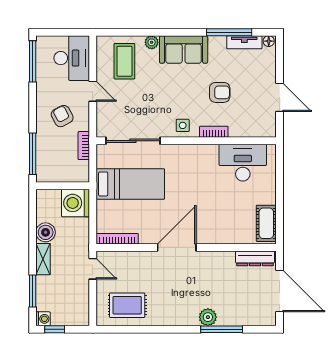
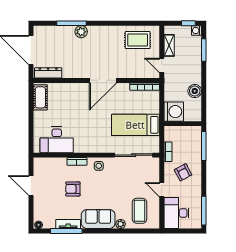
tv unit: (244, 42) -> (68, 224), moved
shelving: (43, 259) -> (169, 45), moved

